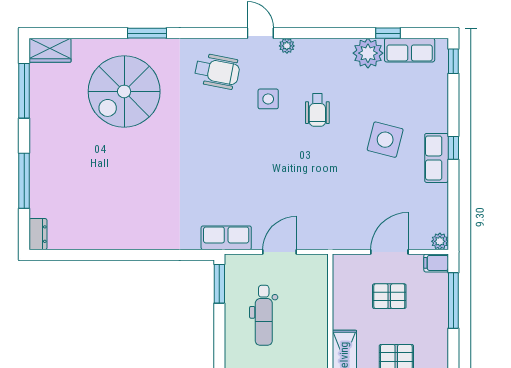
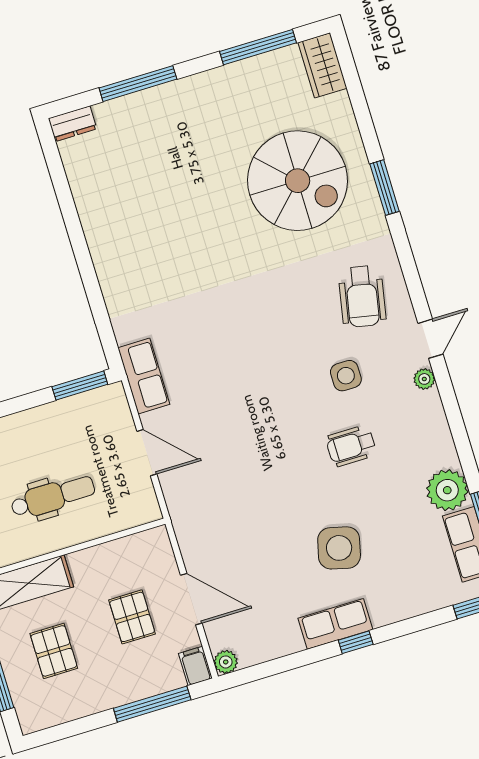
spiral stairs: (124, 91) -> (298, 181), turned 180
dental chair: (264, 315) -> (53, 497), moved, turned 180

